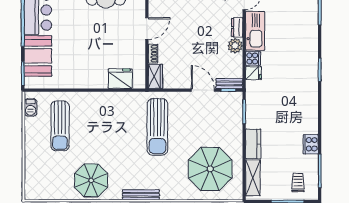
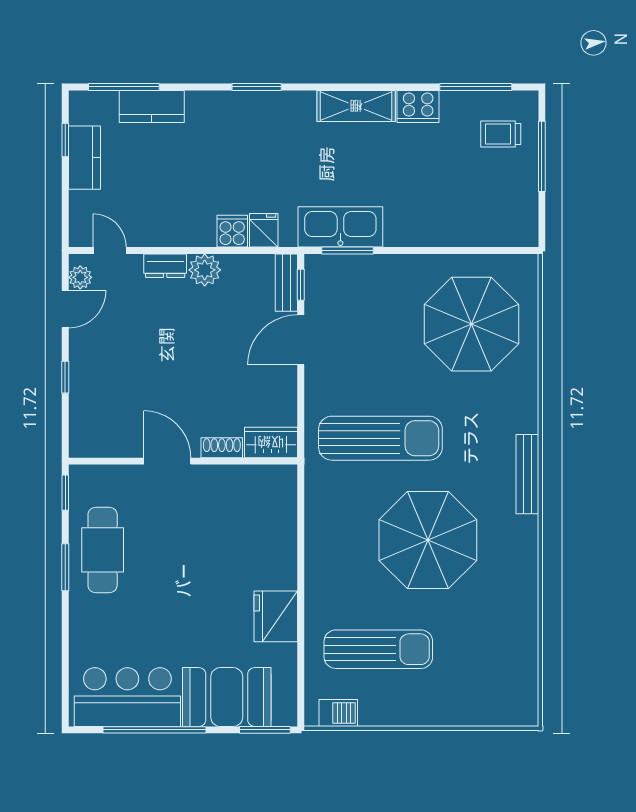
kitchen sink: (255, 31) -> (340, 227), moved
fridge: (120, 79) -> (276, 616), moved
kitchen counter: (253, 144) -> (152, 106), moved, turned 180
shelving: (253, 178) -> (356, 106), moved
parasol: (91, 180) -> (428, 540), moved, width x1.36, depth x1.36

